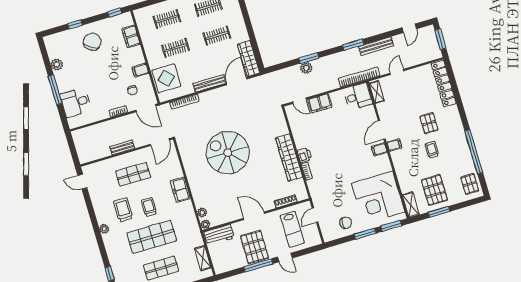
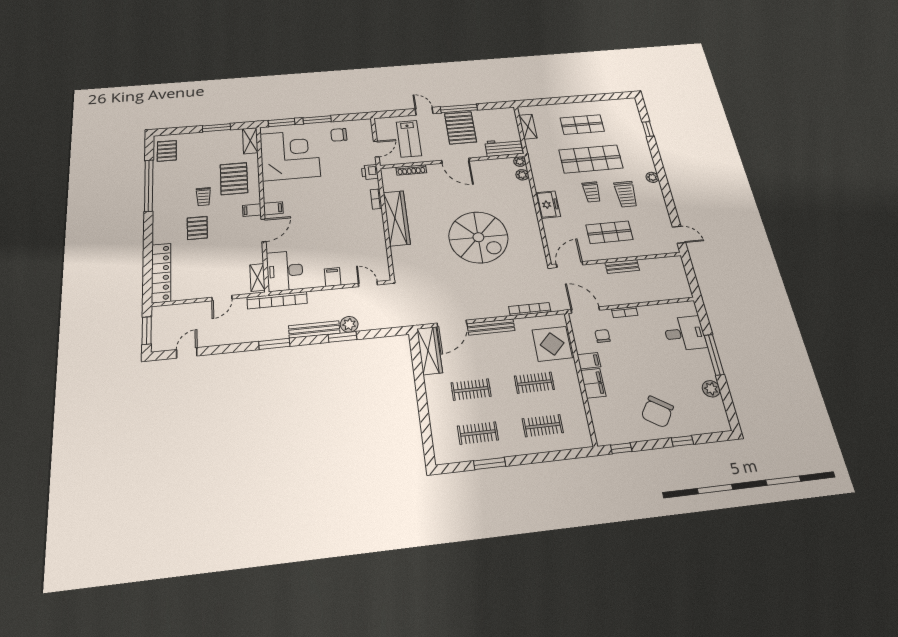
filing cabinet: (131, 36) -> (593, 383), moved
bench: (376, 46) -> (314, 329), moved
desk: (358, 96) -> (285, 271), width x1.37
filing cabinet: (320, 103) -> (333, 277), width x0.50
printer: (305, 155) -> (370, 172), moved
pallet: (434, 190) -> (234, 179), moved
lab bench: (292, 229) -> (409, 139), turned 180

